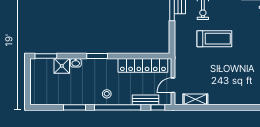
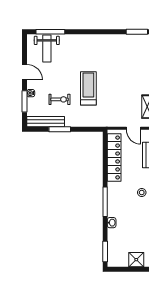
window: (97, 56) -> (105, 202), width x1.44
shower: (62, 66) -> (136, 260), moved

